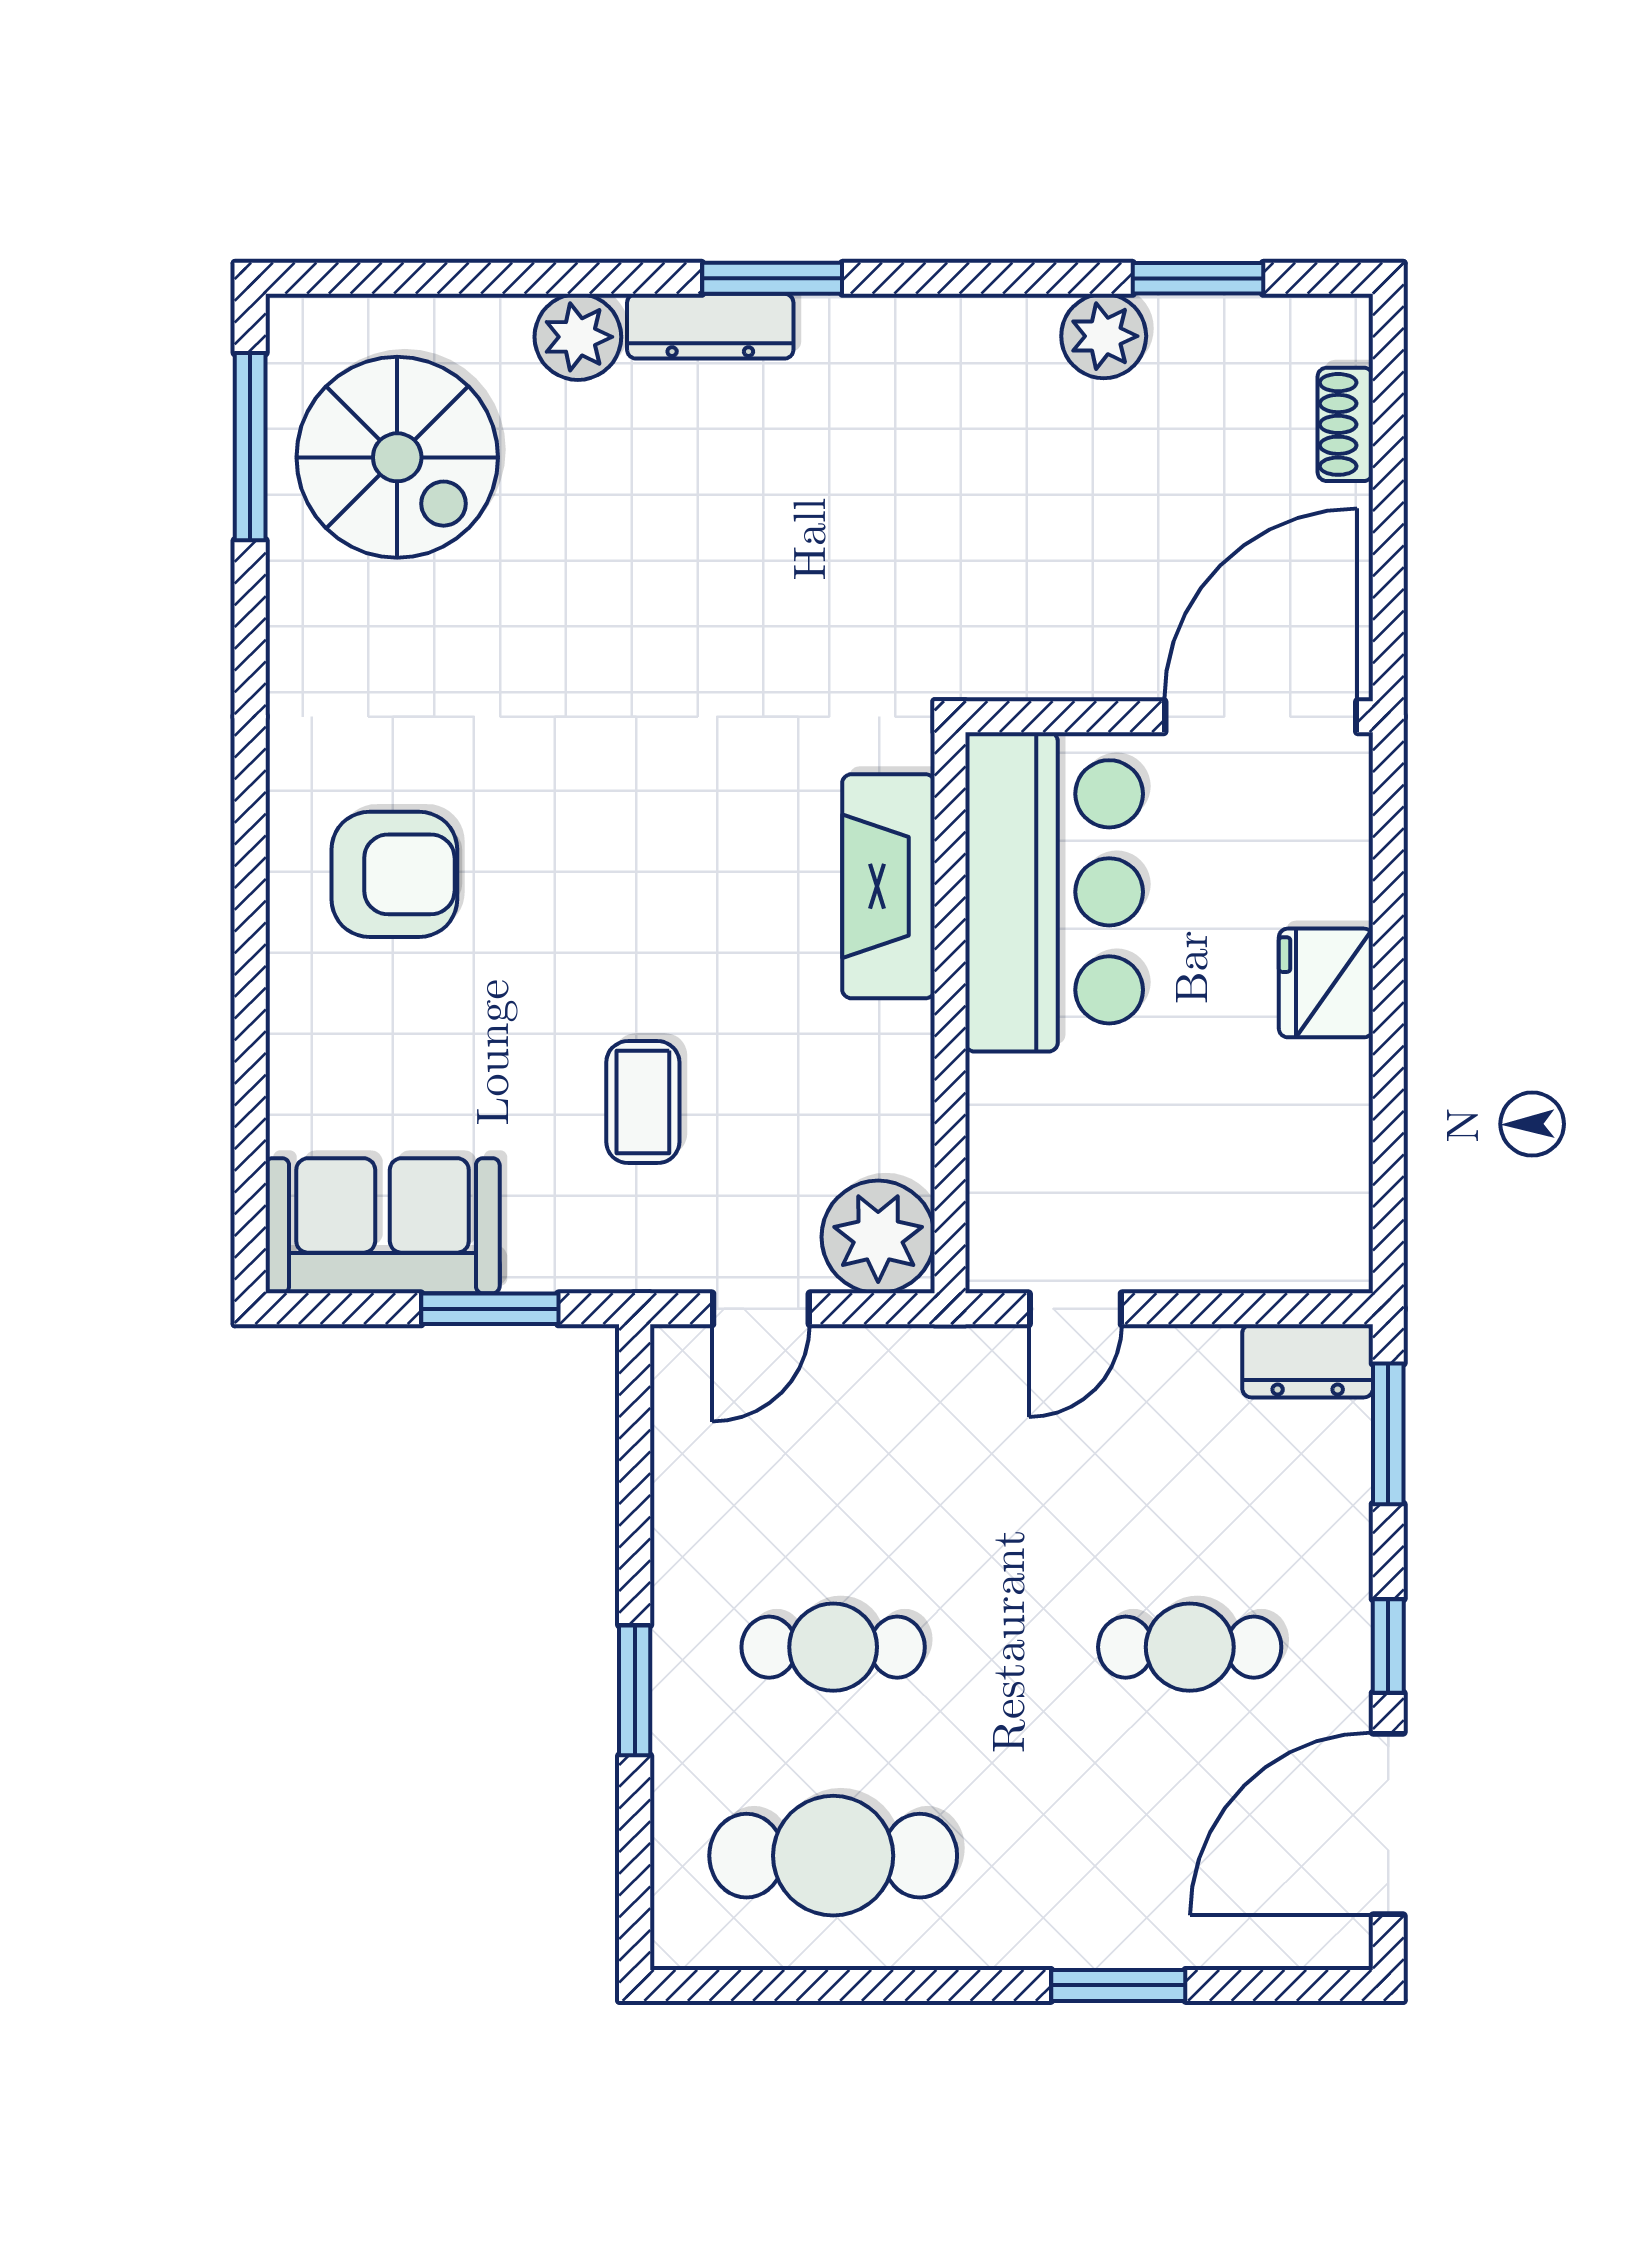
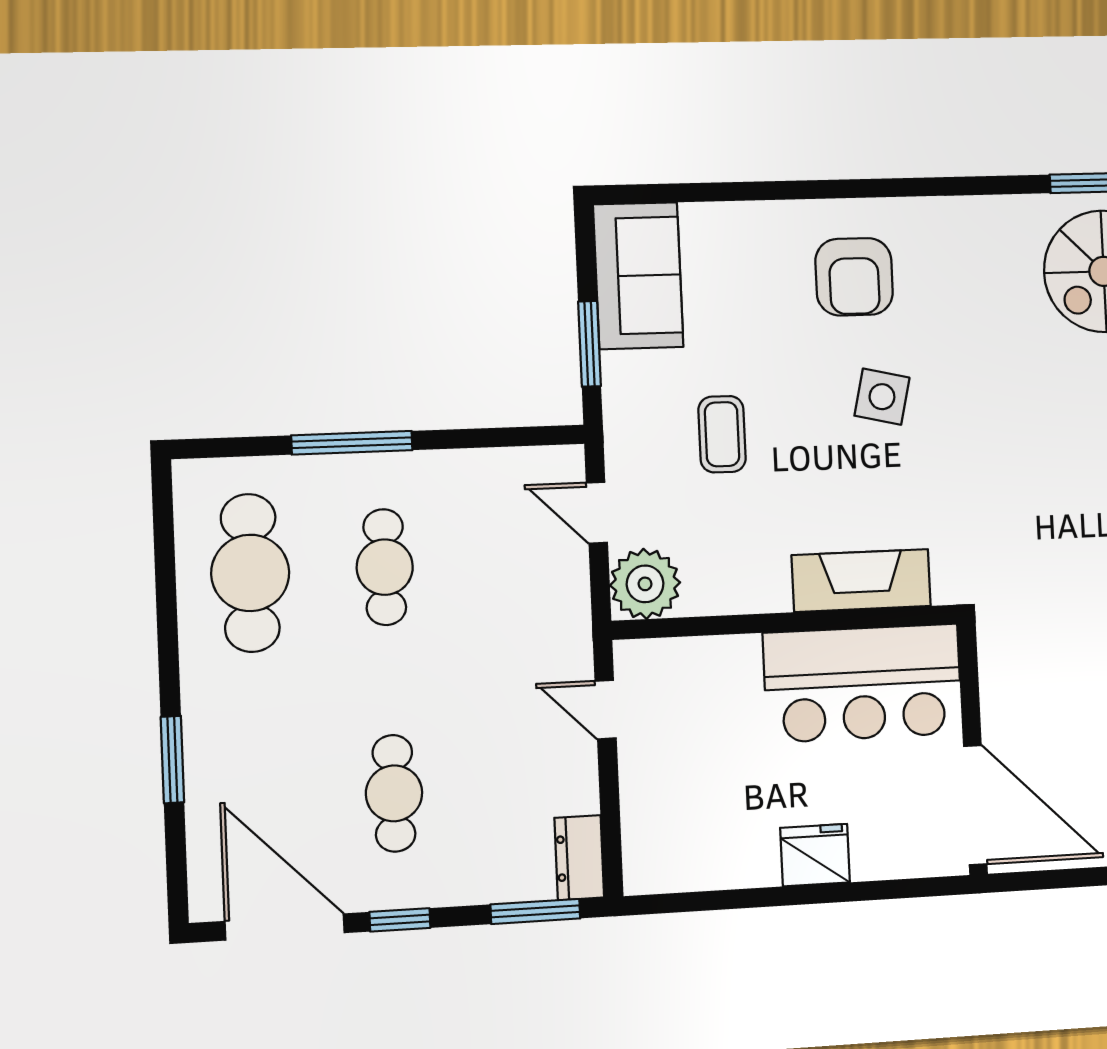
side table: (591, 838) -> (882, 397), added
coffee table: (643, 1102) -> (722, 434), turned 90
window: (635, 1690) -> (352, 443), width x1.44

